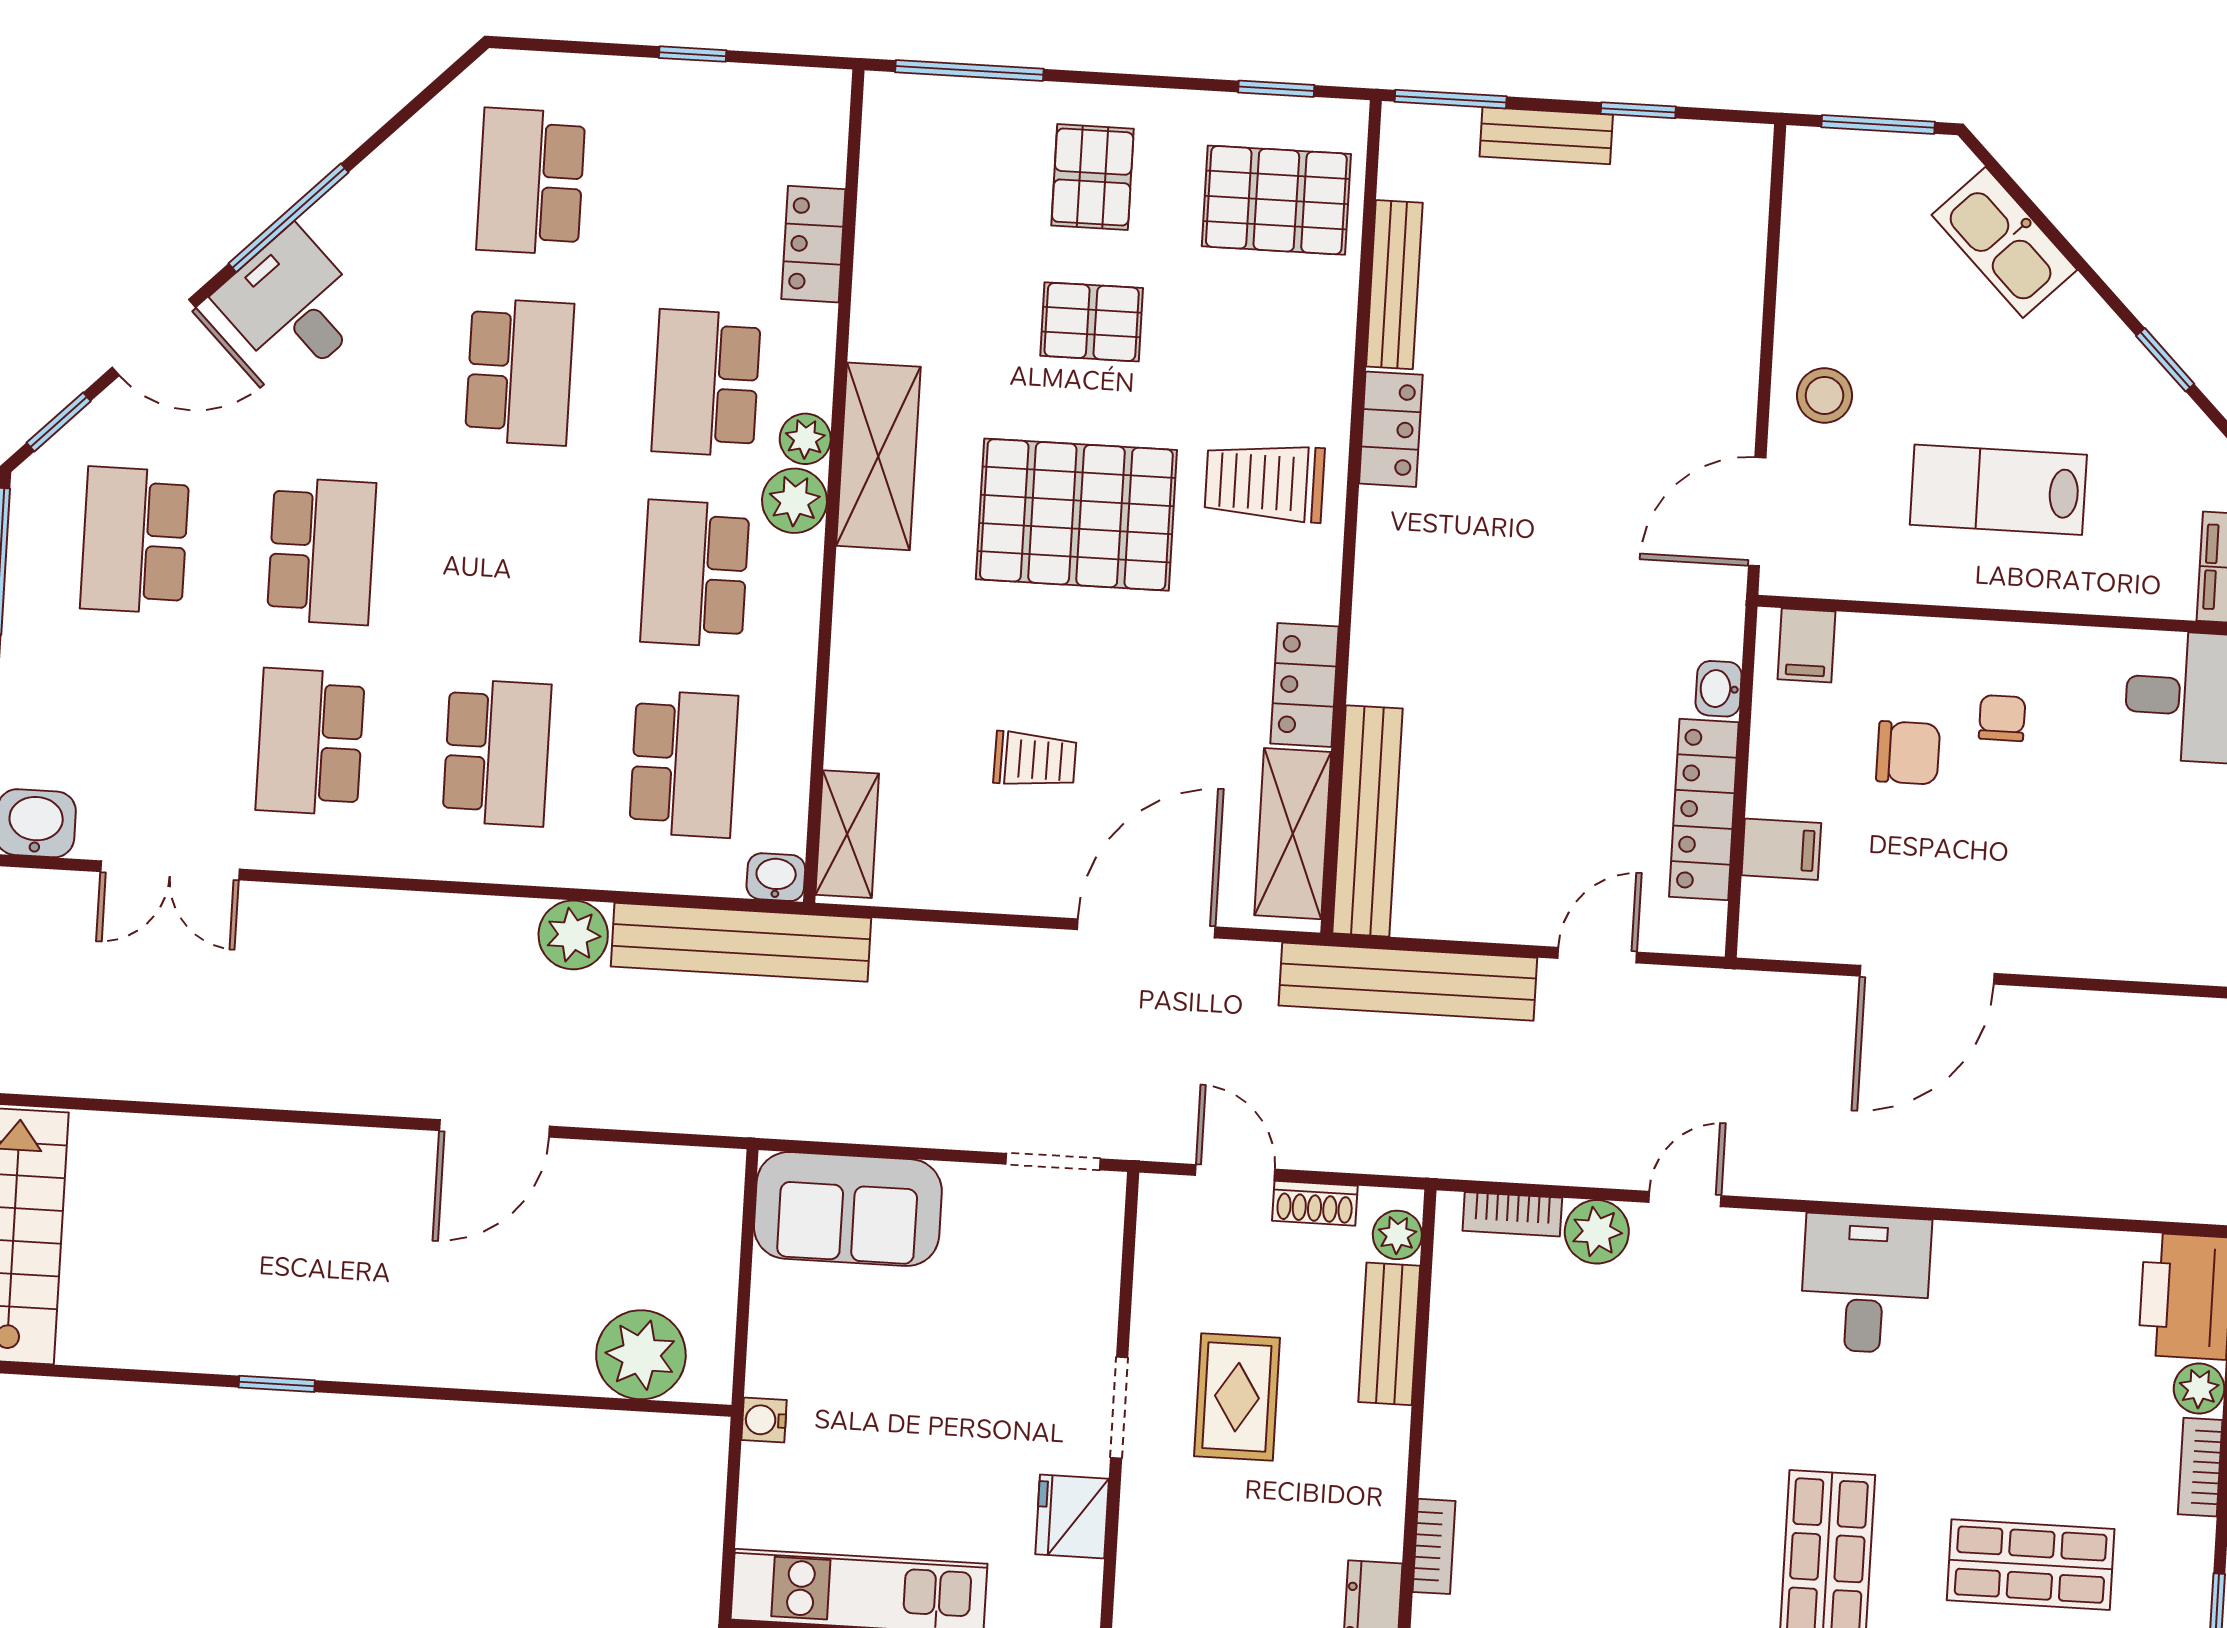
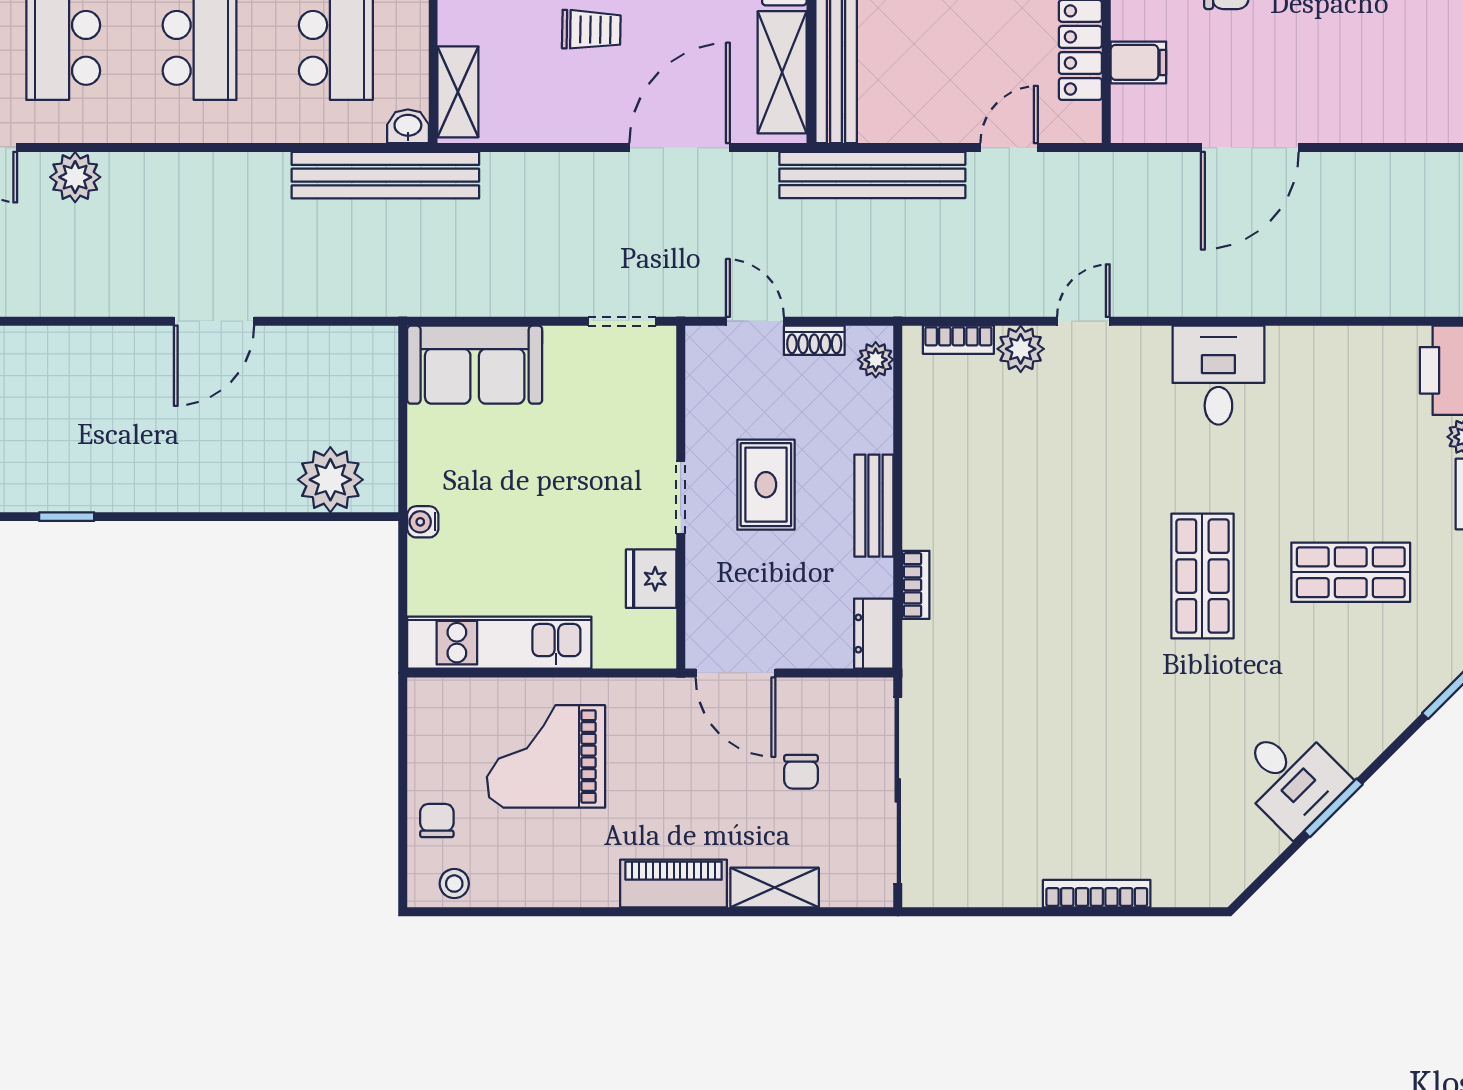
plant: (573, 935) -> (75, 177), moved
bench: (1389, 1334) -> (874, 506), moved

